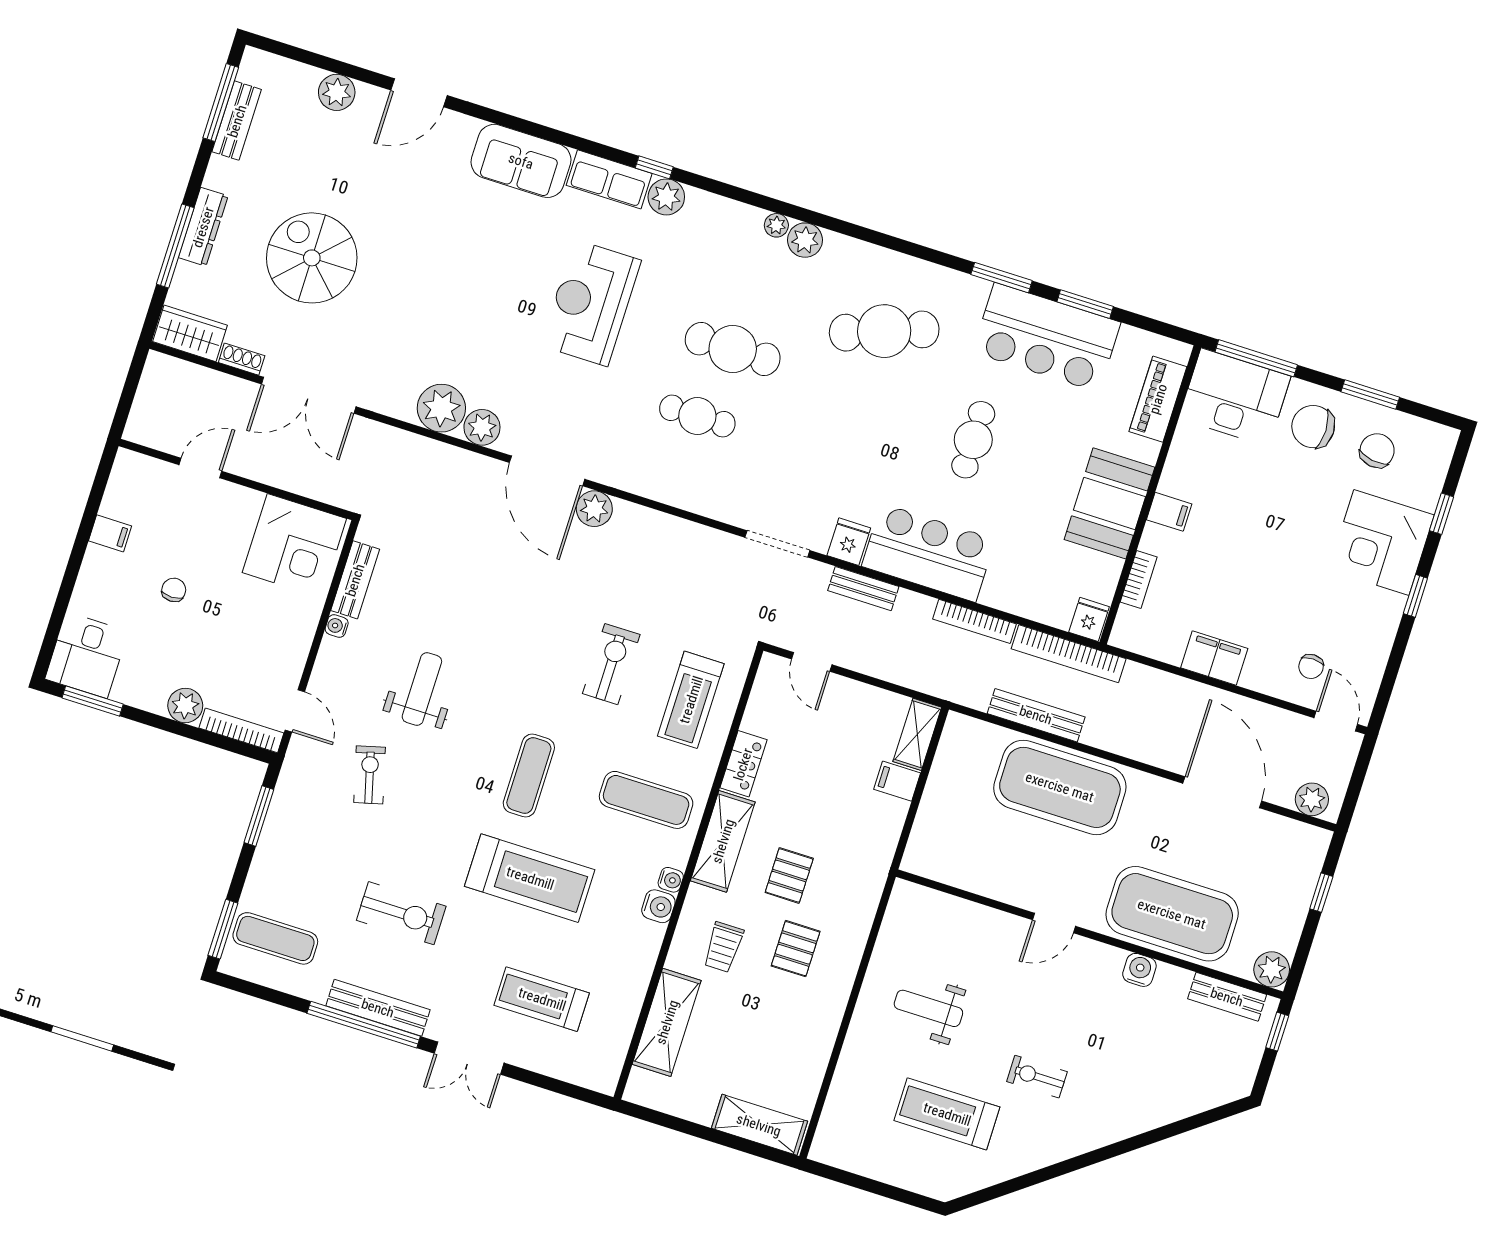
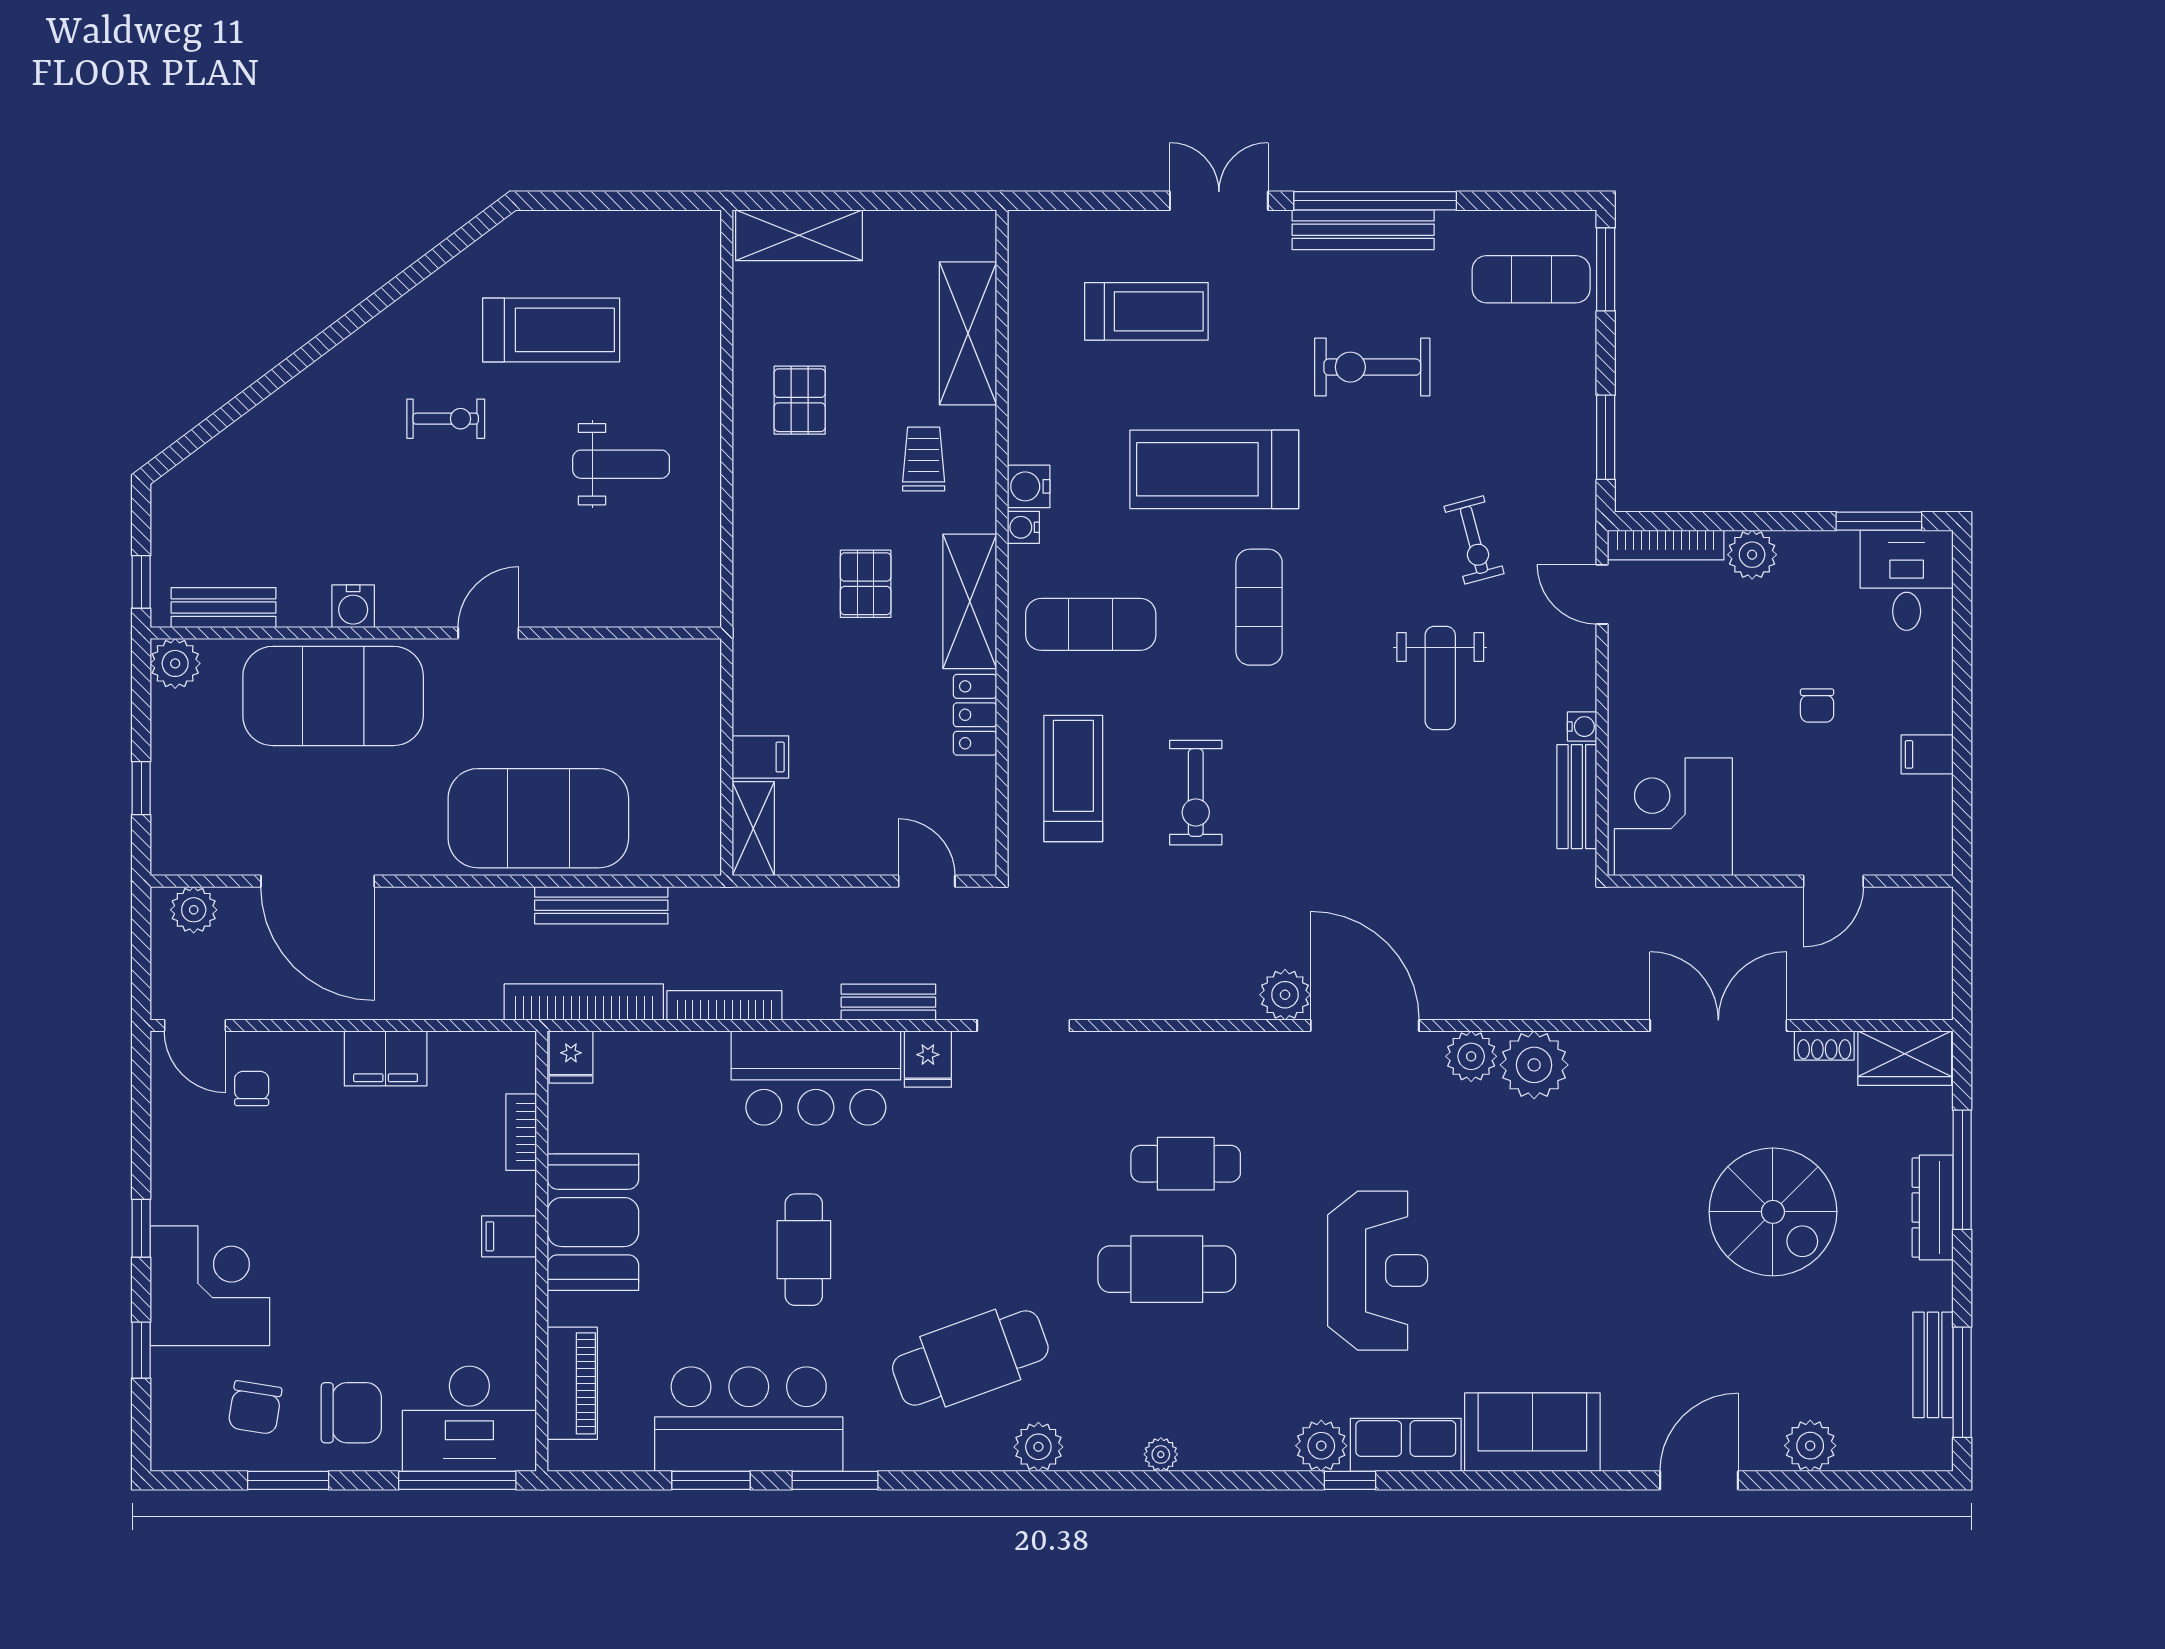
plant: (805, 240) -> (1038, 1447), moved
pallet: (796, 949) -> (800, 400), moved

